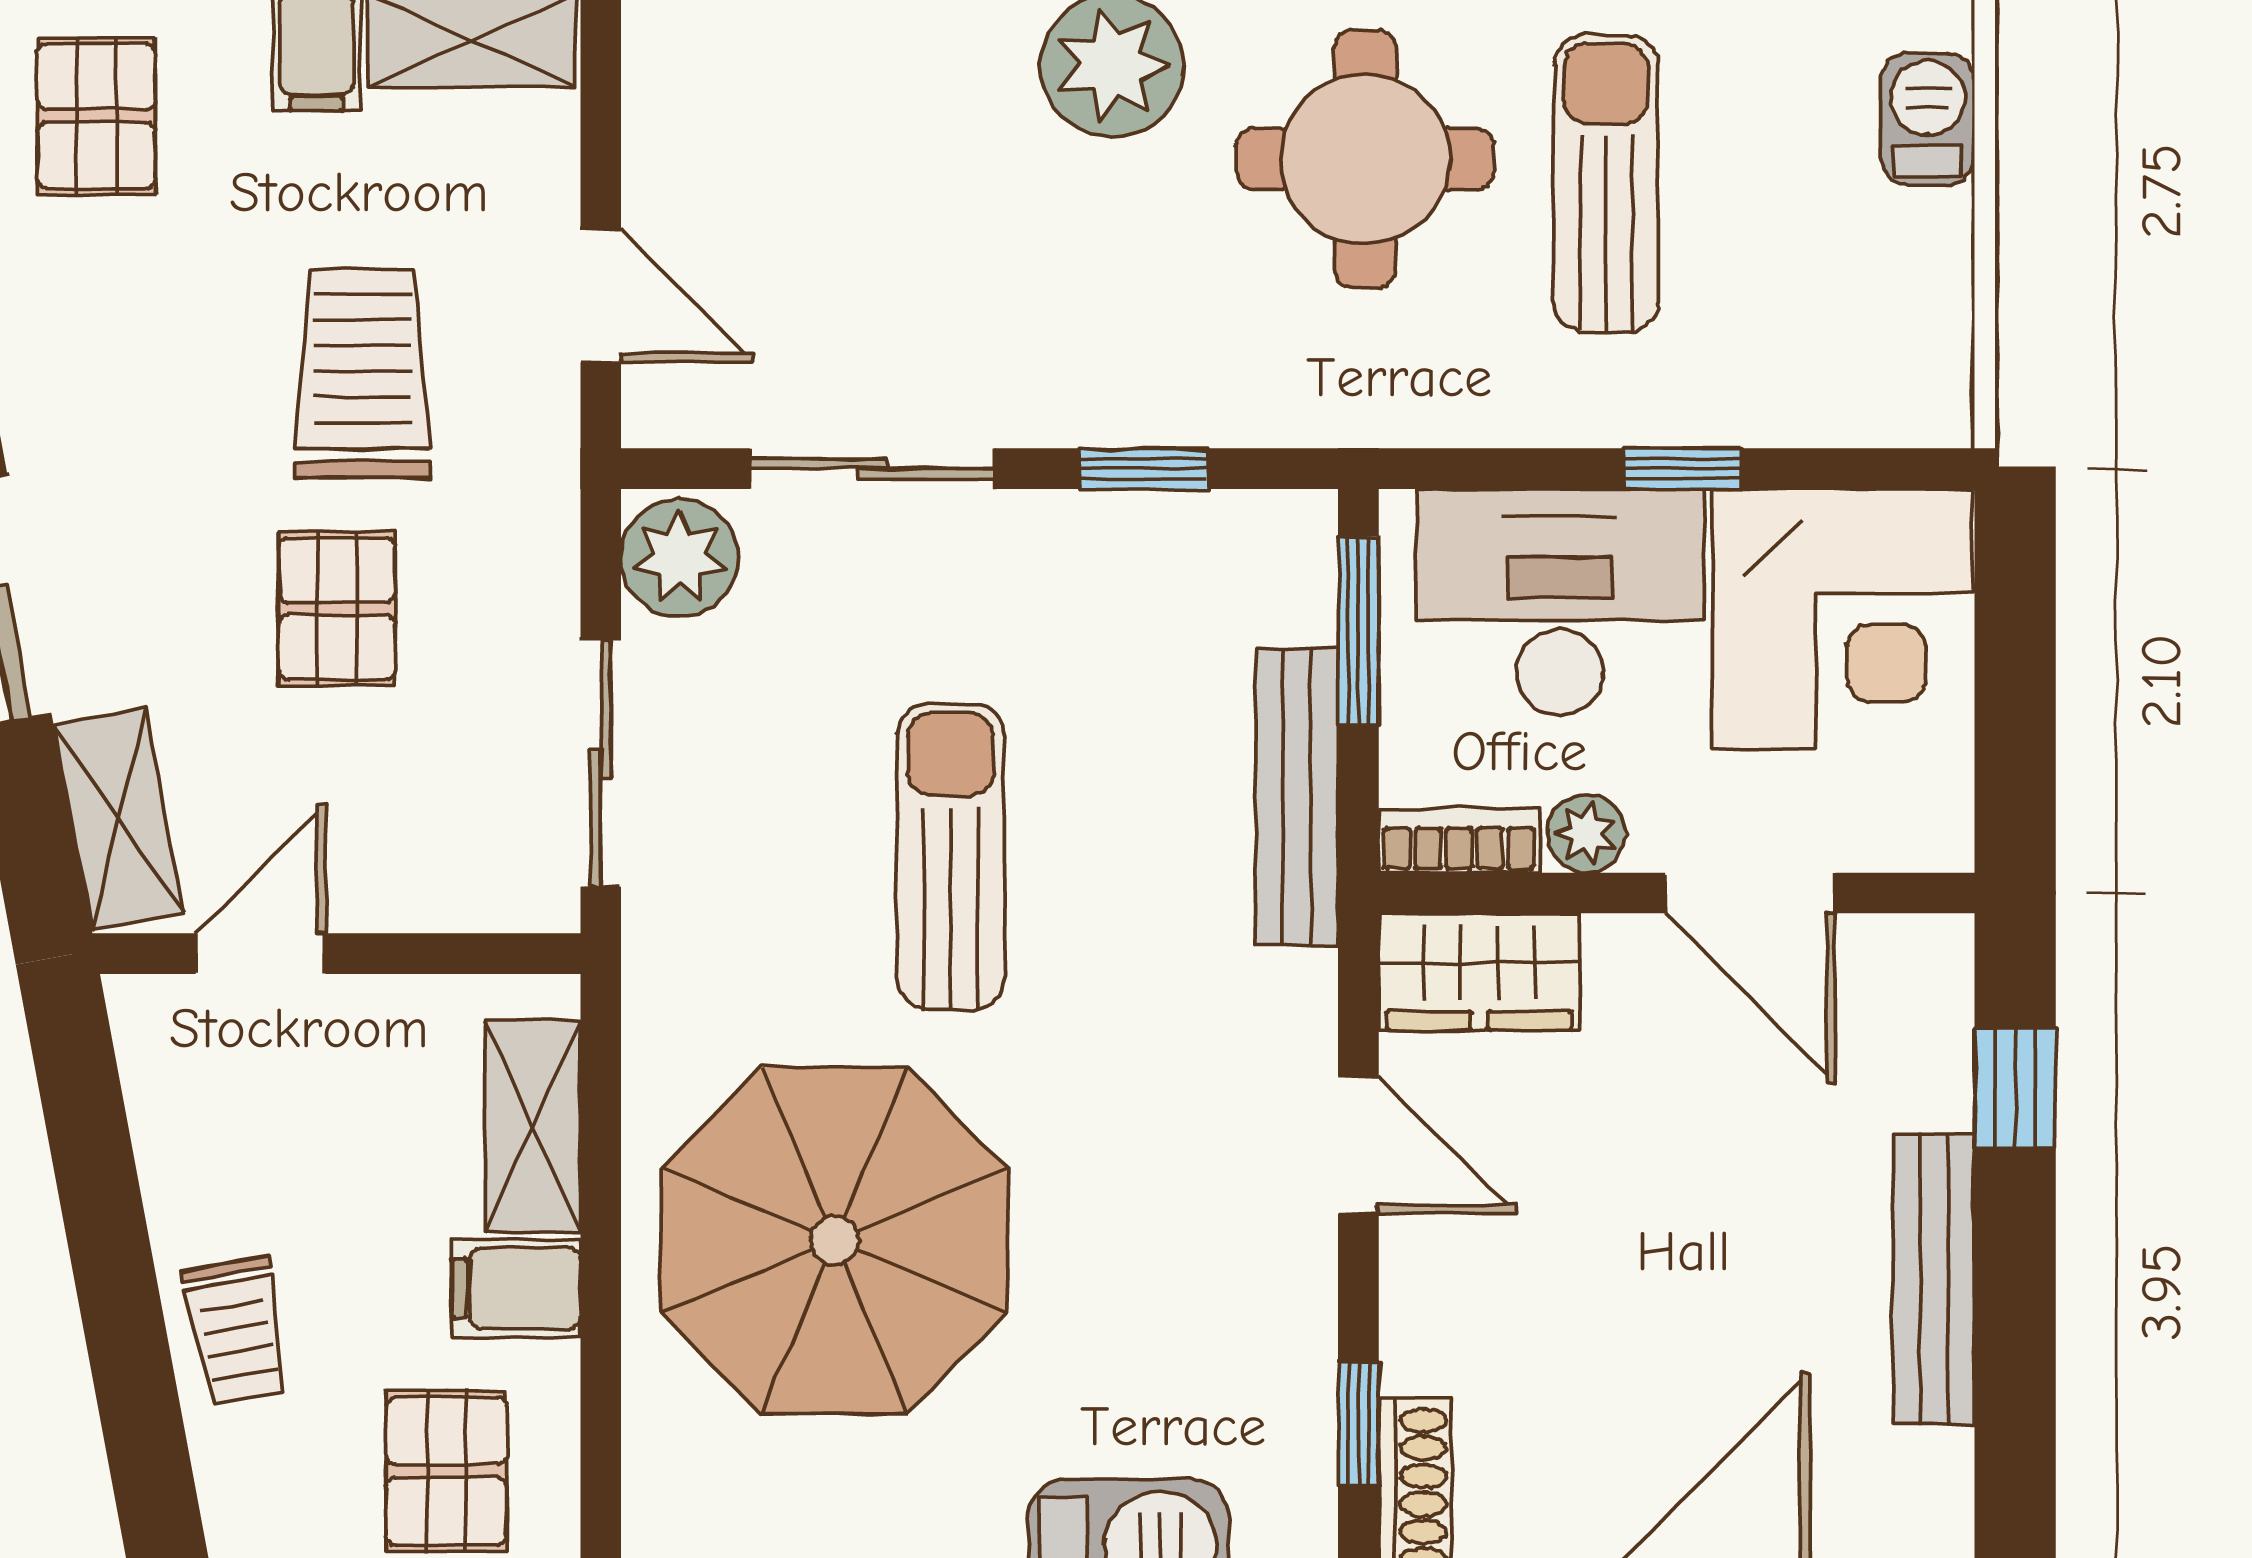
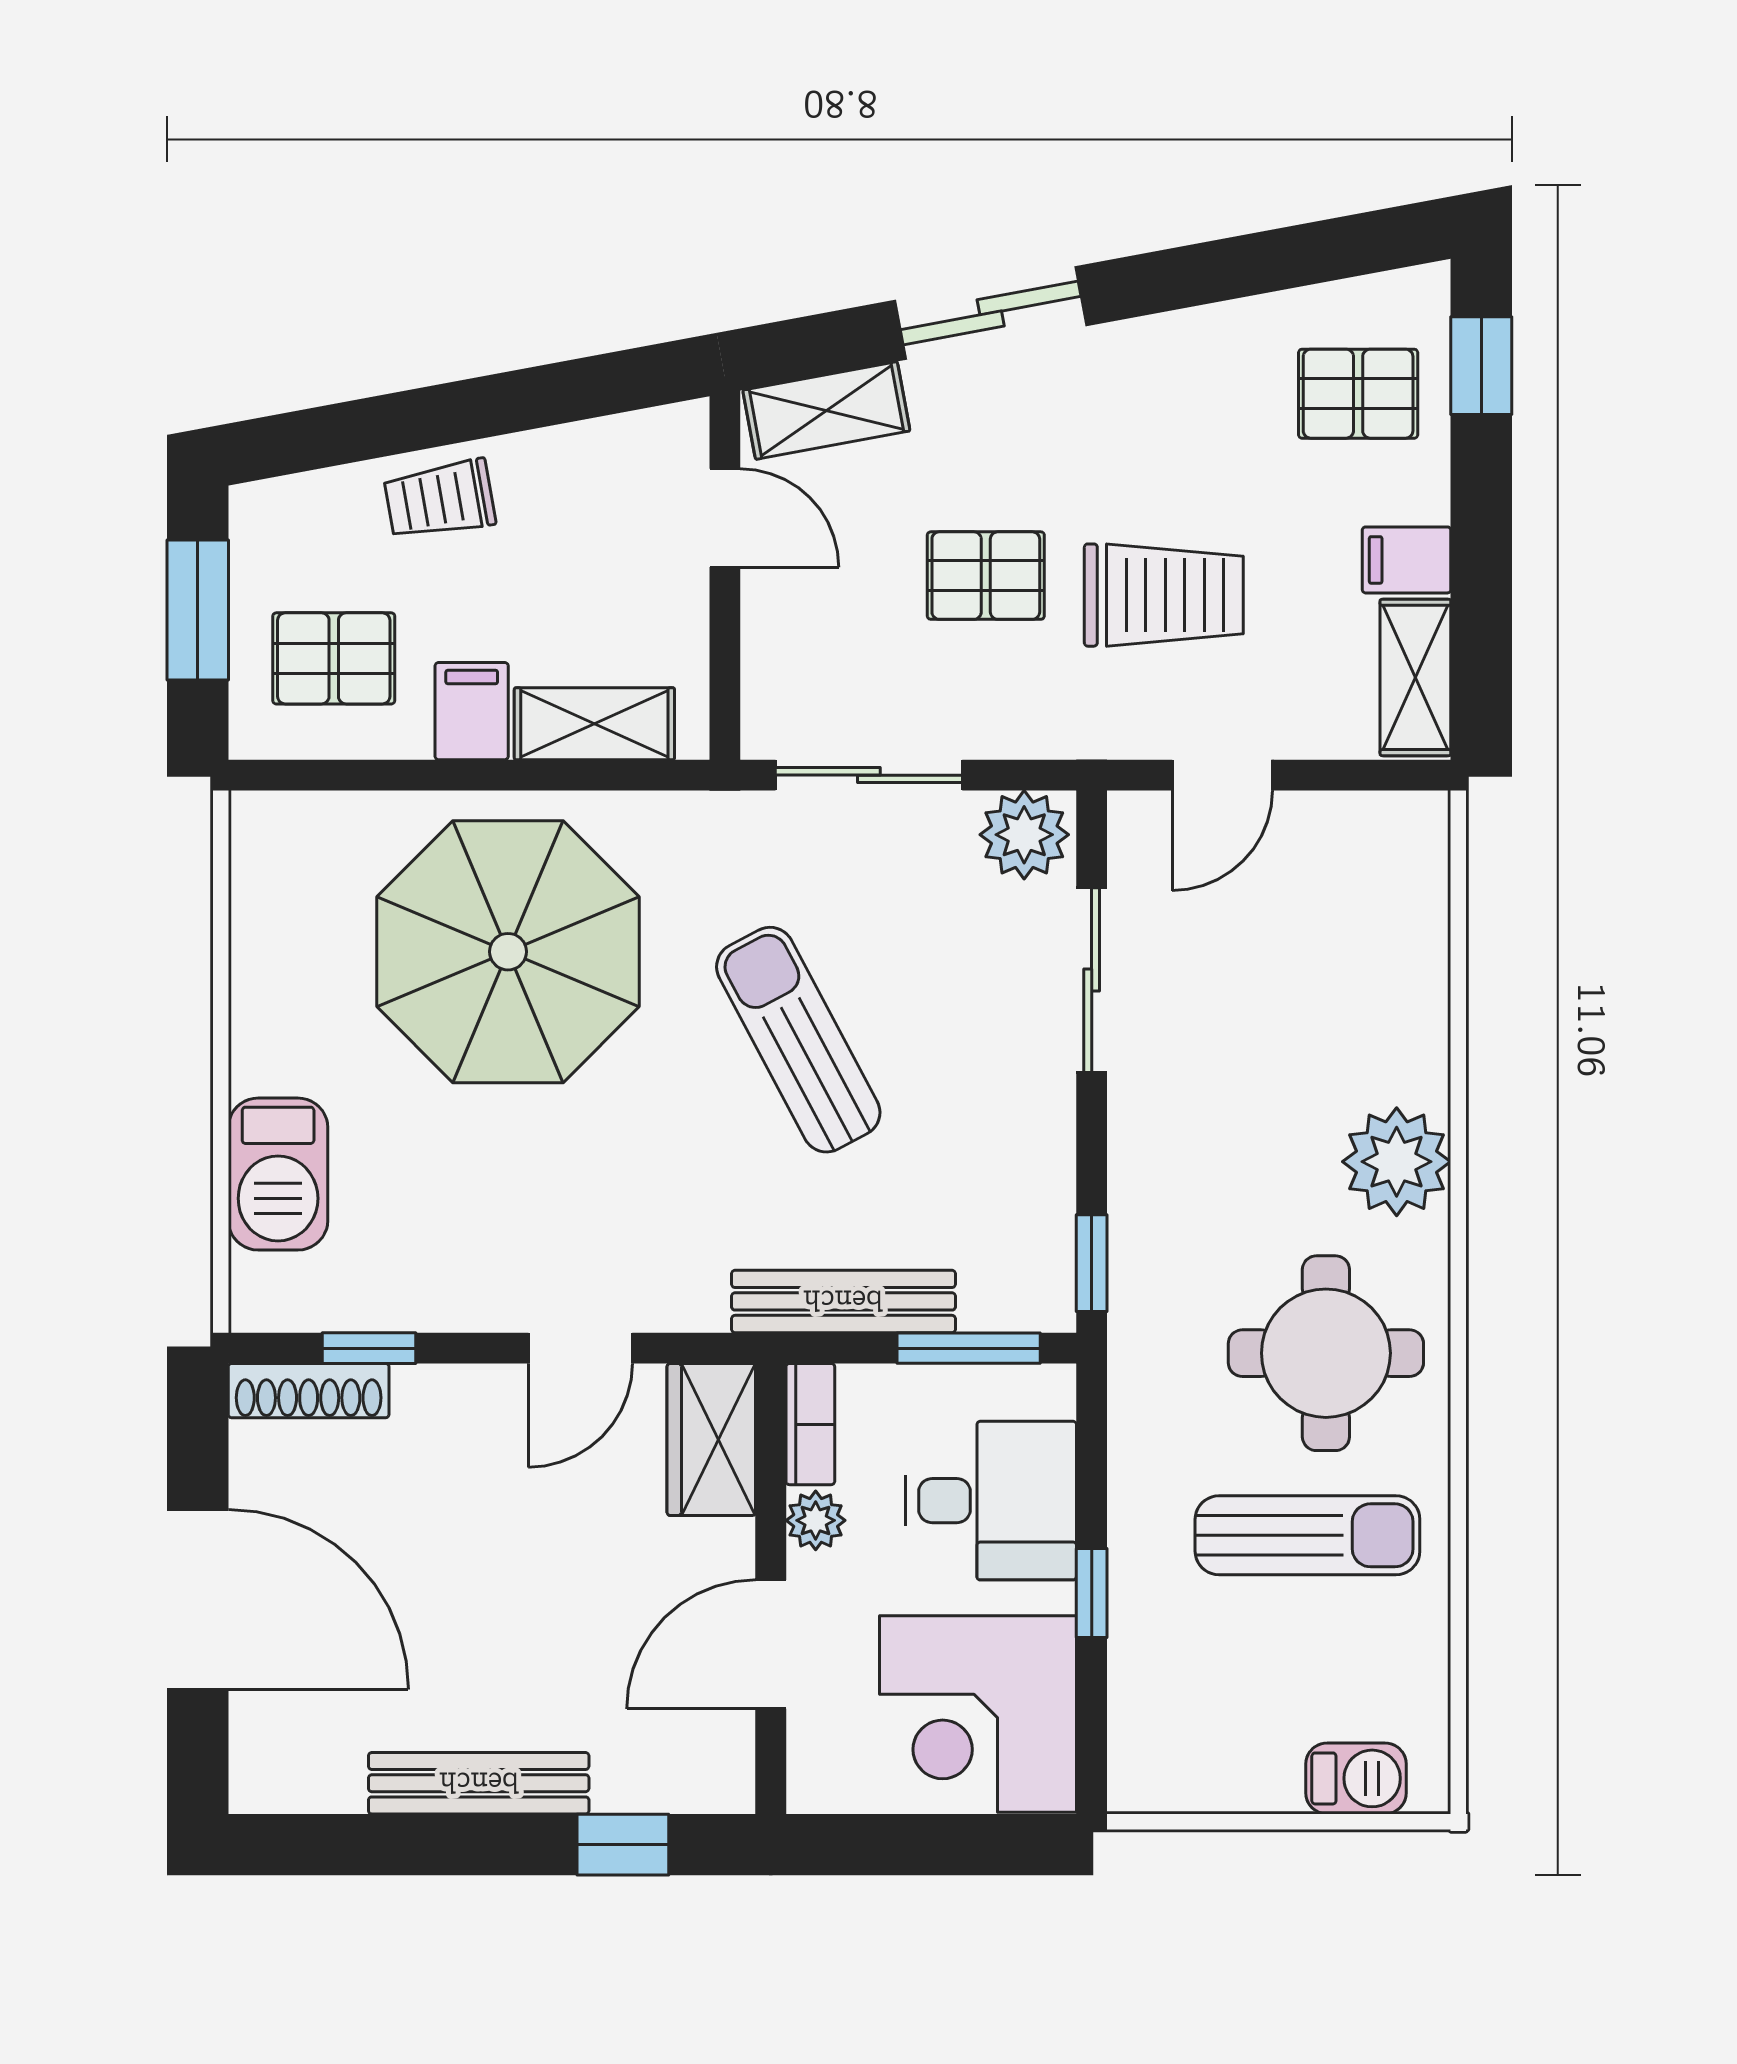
window: (1144, 469) -> (1092, 1263), moved
desk: (1560, 602) -> (991, 1501), width x0.73
sun lounger: (951, 857) -> (798, 1040), turned -118

